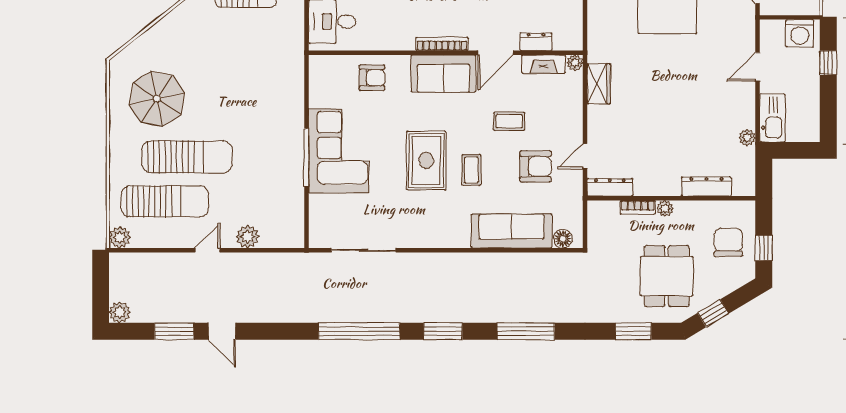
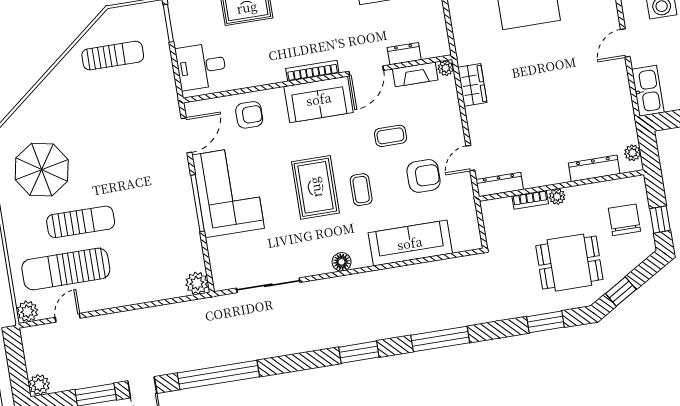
door: (306, 88) -> (187, 135), added
plant: (747, 138) -> (633, 153), moved
sun lounger: (187, 157) -> (81, 222), width x0.73, depth x0.75
sun lounger: (165, 201) -> (66, 269), turned 180
plant: (248, 237) -> (197, 283), moved
floor lamp: (563, 239) -> (342, 262), moved
door: (208, 250) -> (68, 318), moved
dining table: (667, 276) -> (569, 263), turned 90
window: (359, 331) -> (218, 375), moved

